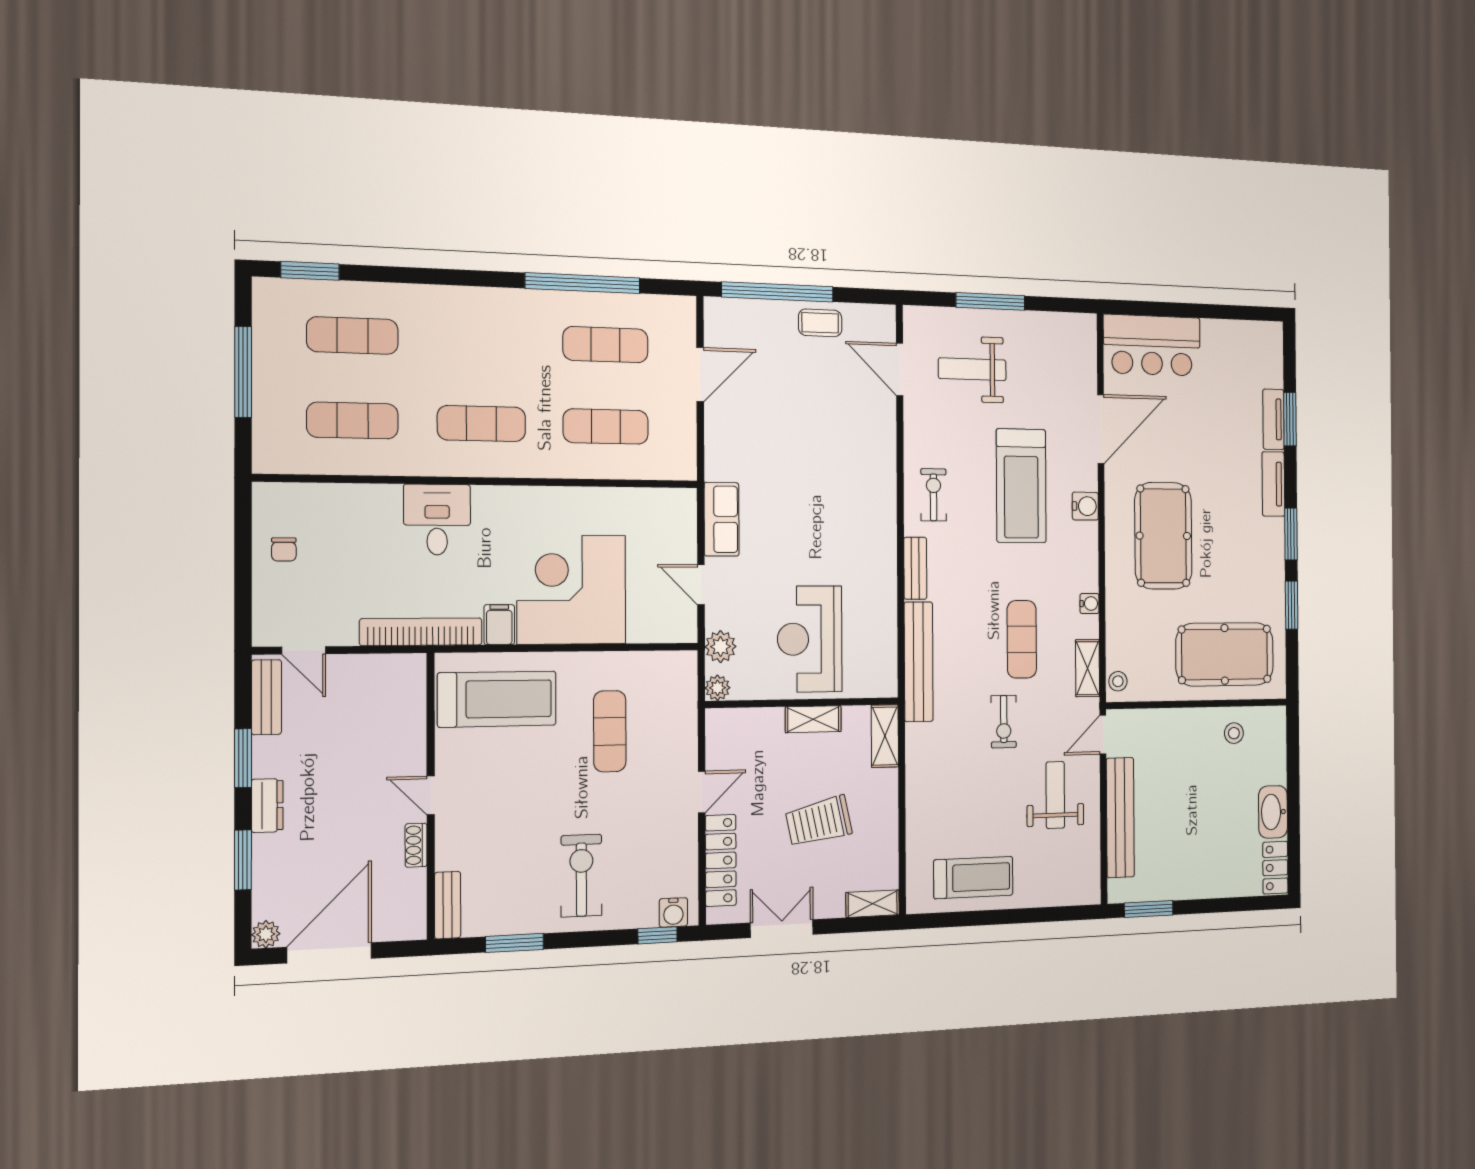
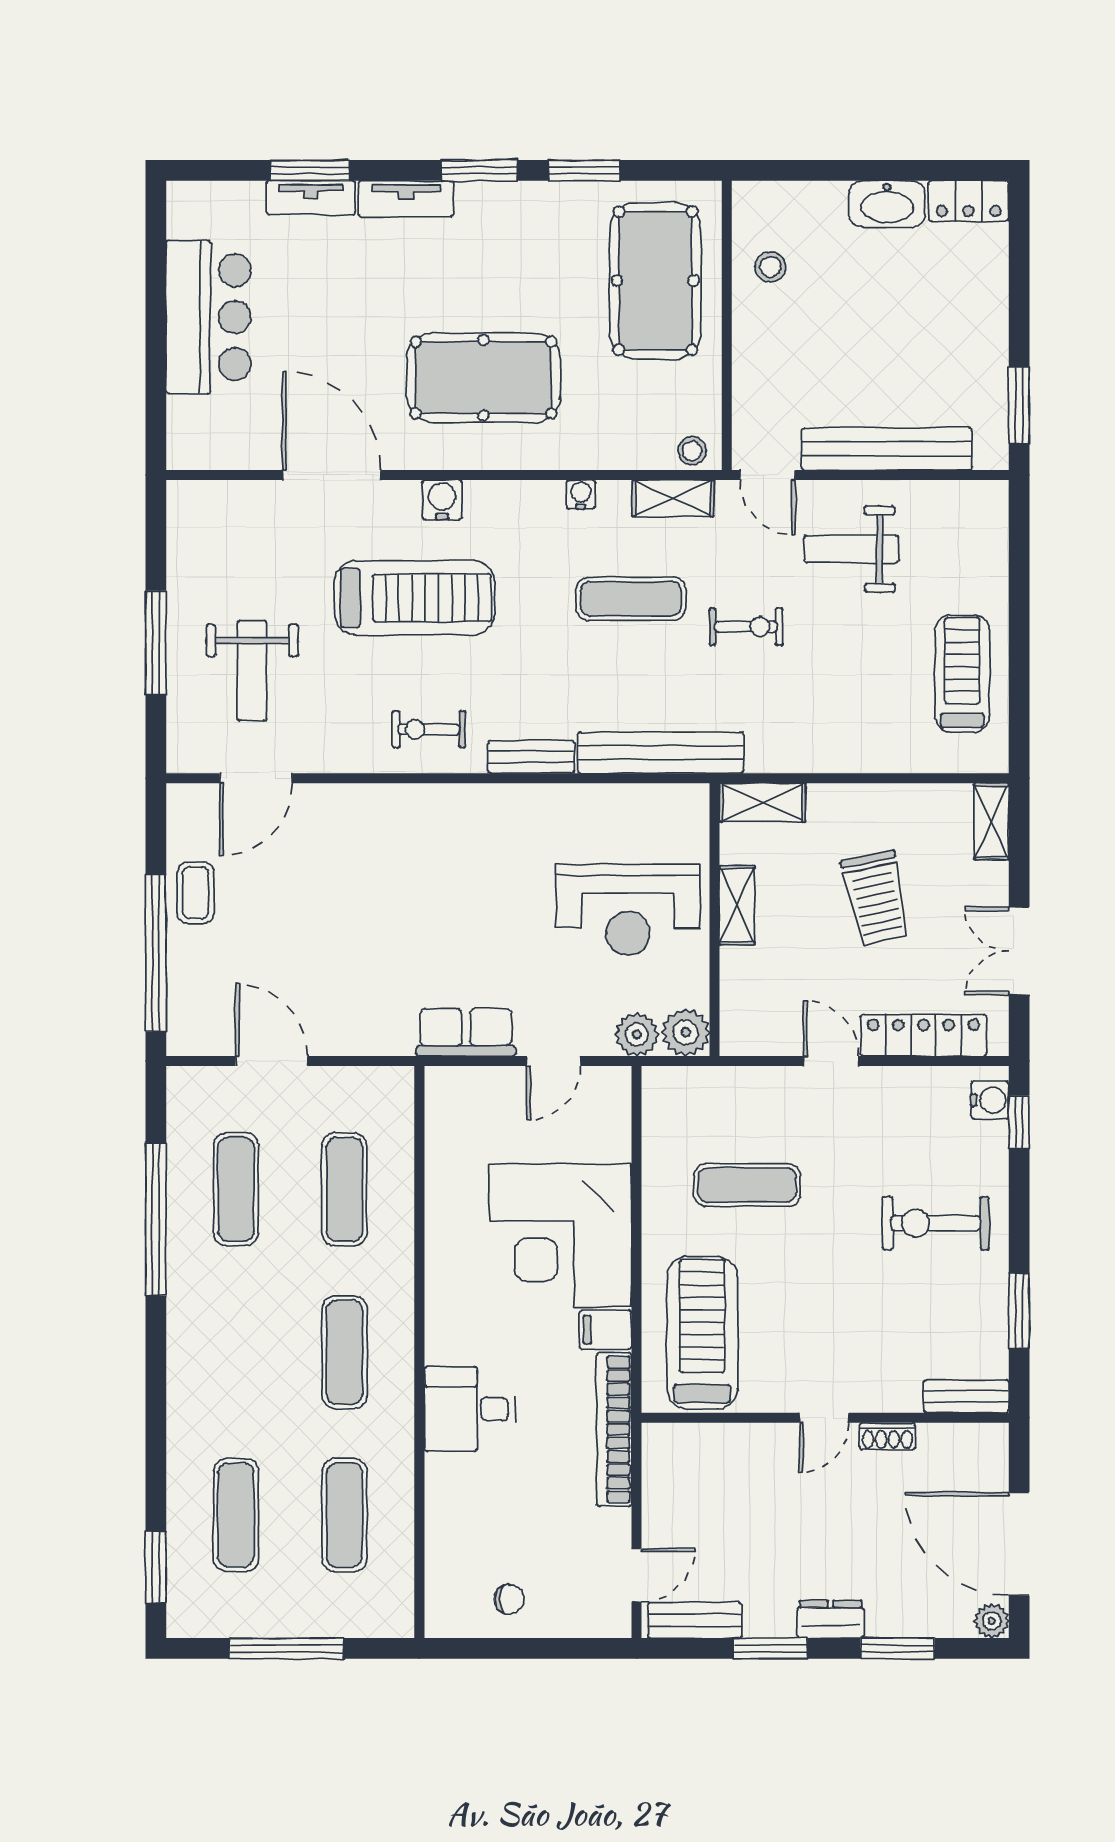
bar counter: (1152, 345) -> (209, 317), moved
plant: (717, 688) -> (686, 1032), width x1.38, depth x1.38

